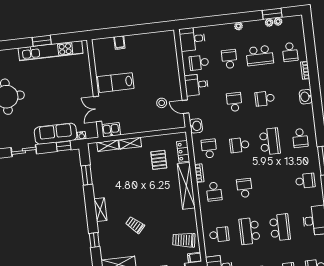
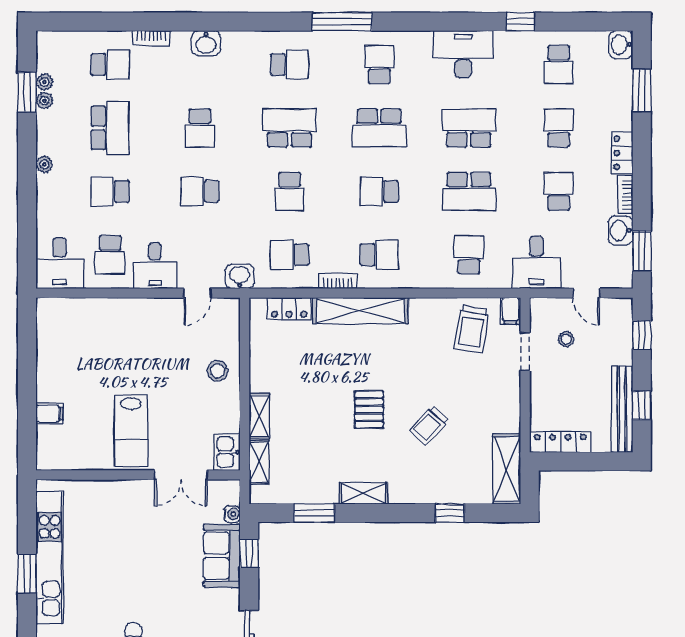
stool: (162, 103) -> (218, 371), moved
sofa: (56, 134) -> (222, 556), width x0.73
pallet: (159, 160) -> (369, 410), moved, turned 90
school desk: (275, 184) -> (379, 128), added
shelving: (100, 210) -> (364, 493), moved

